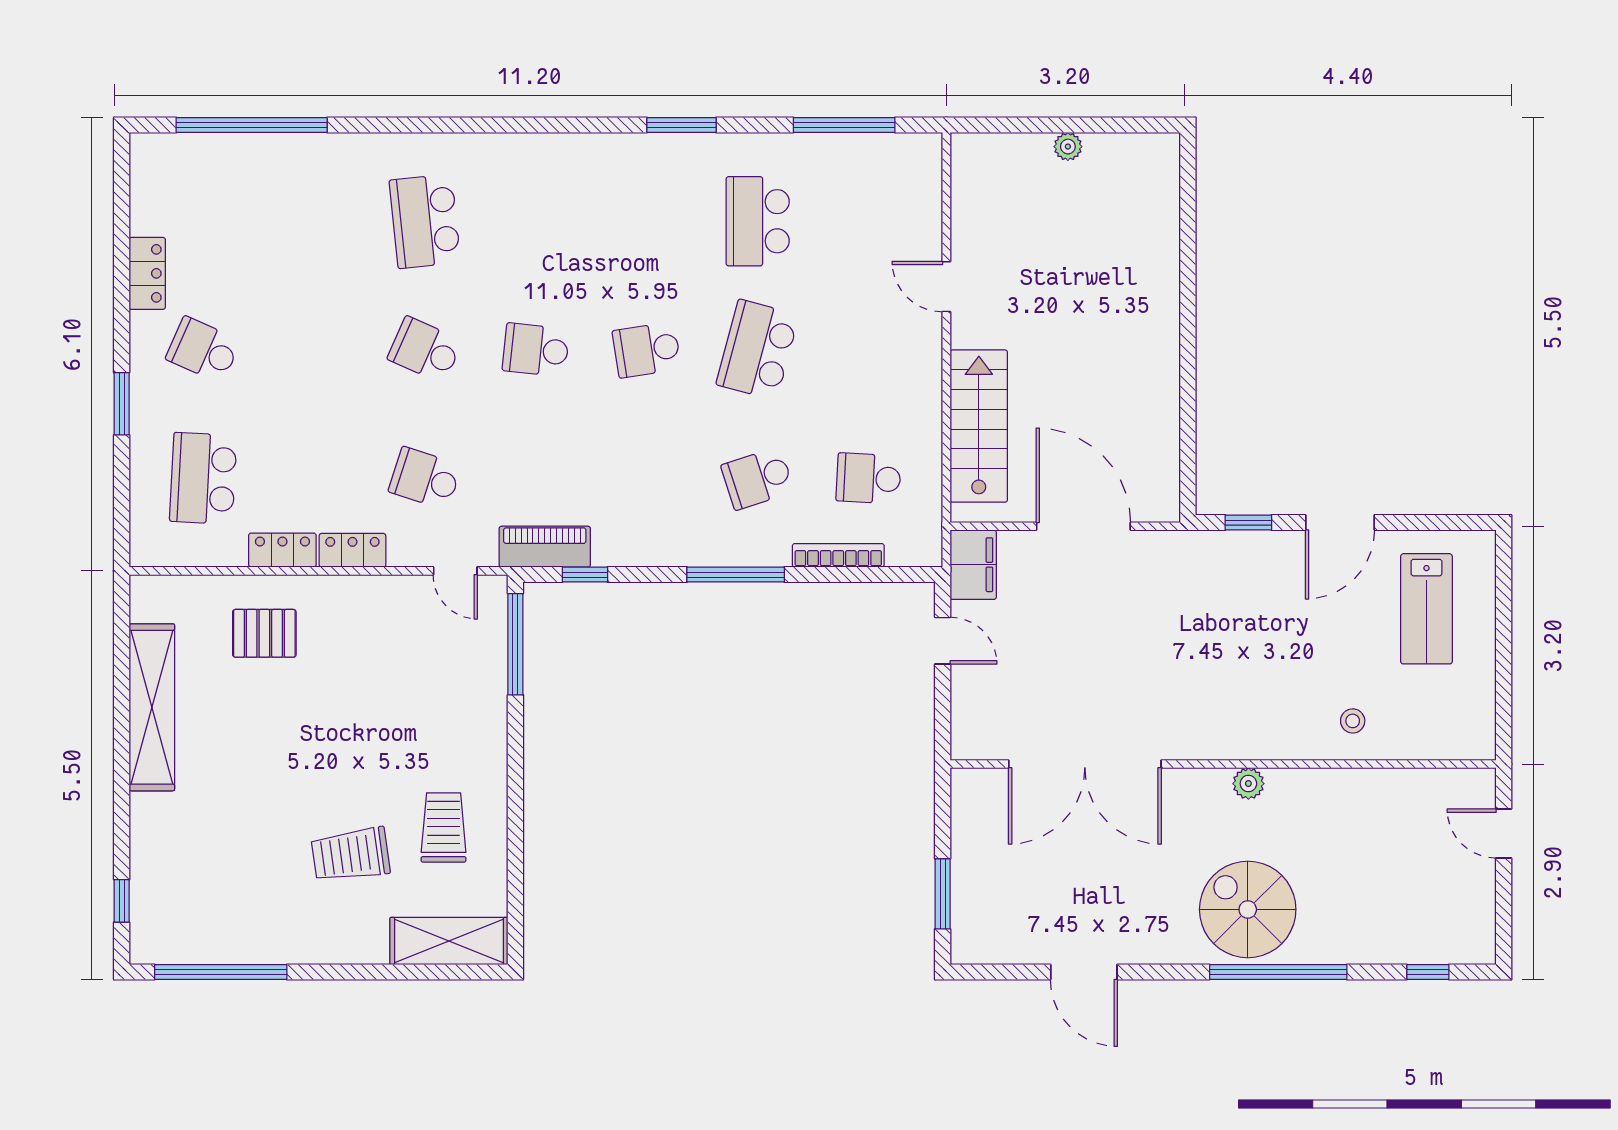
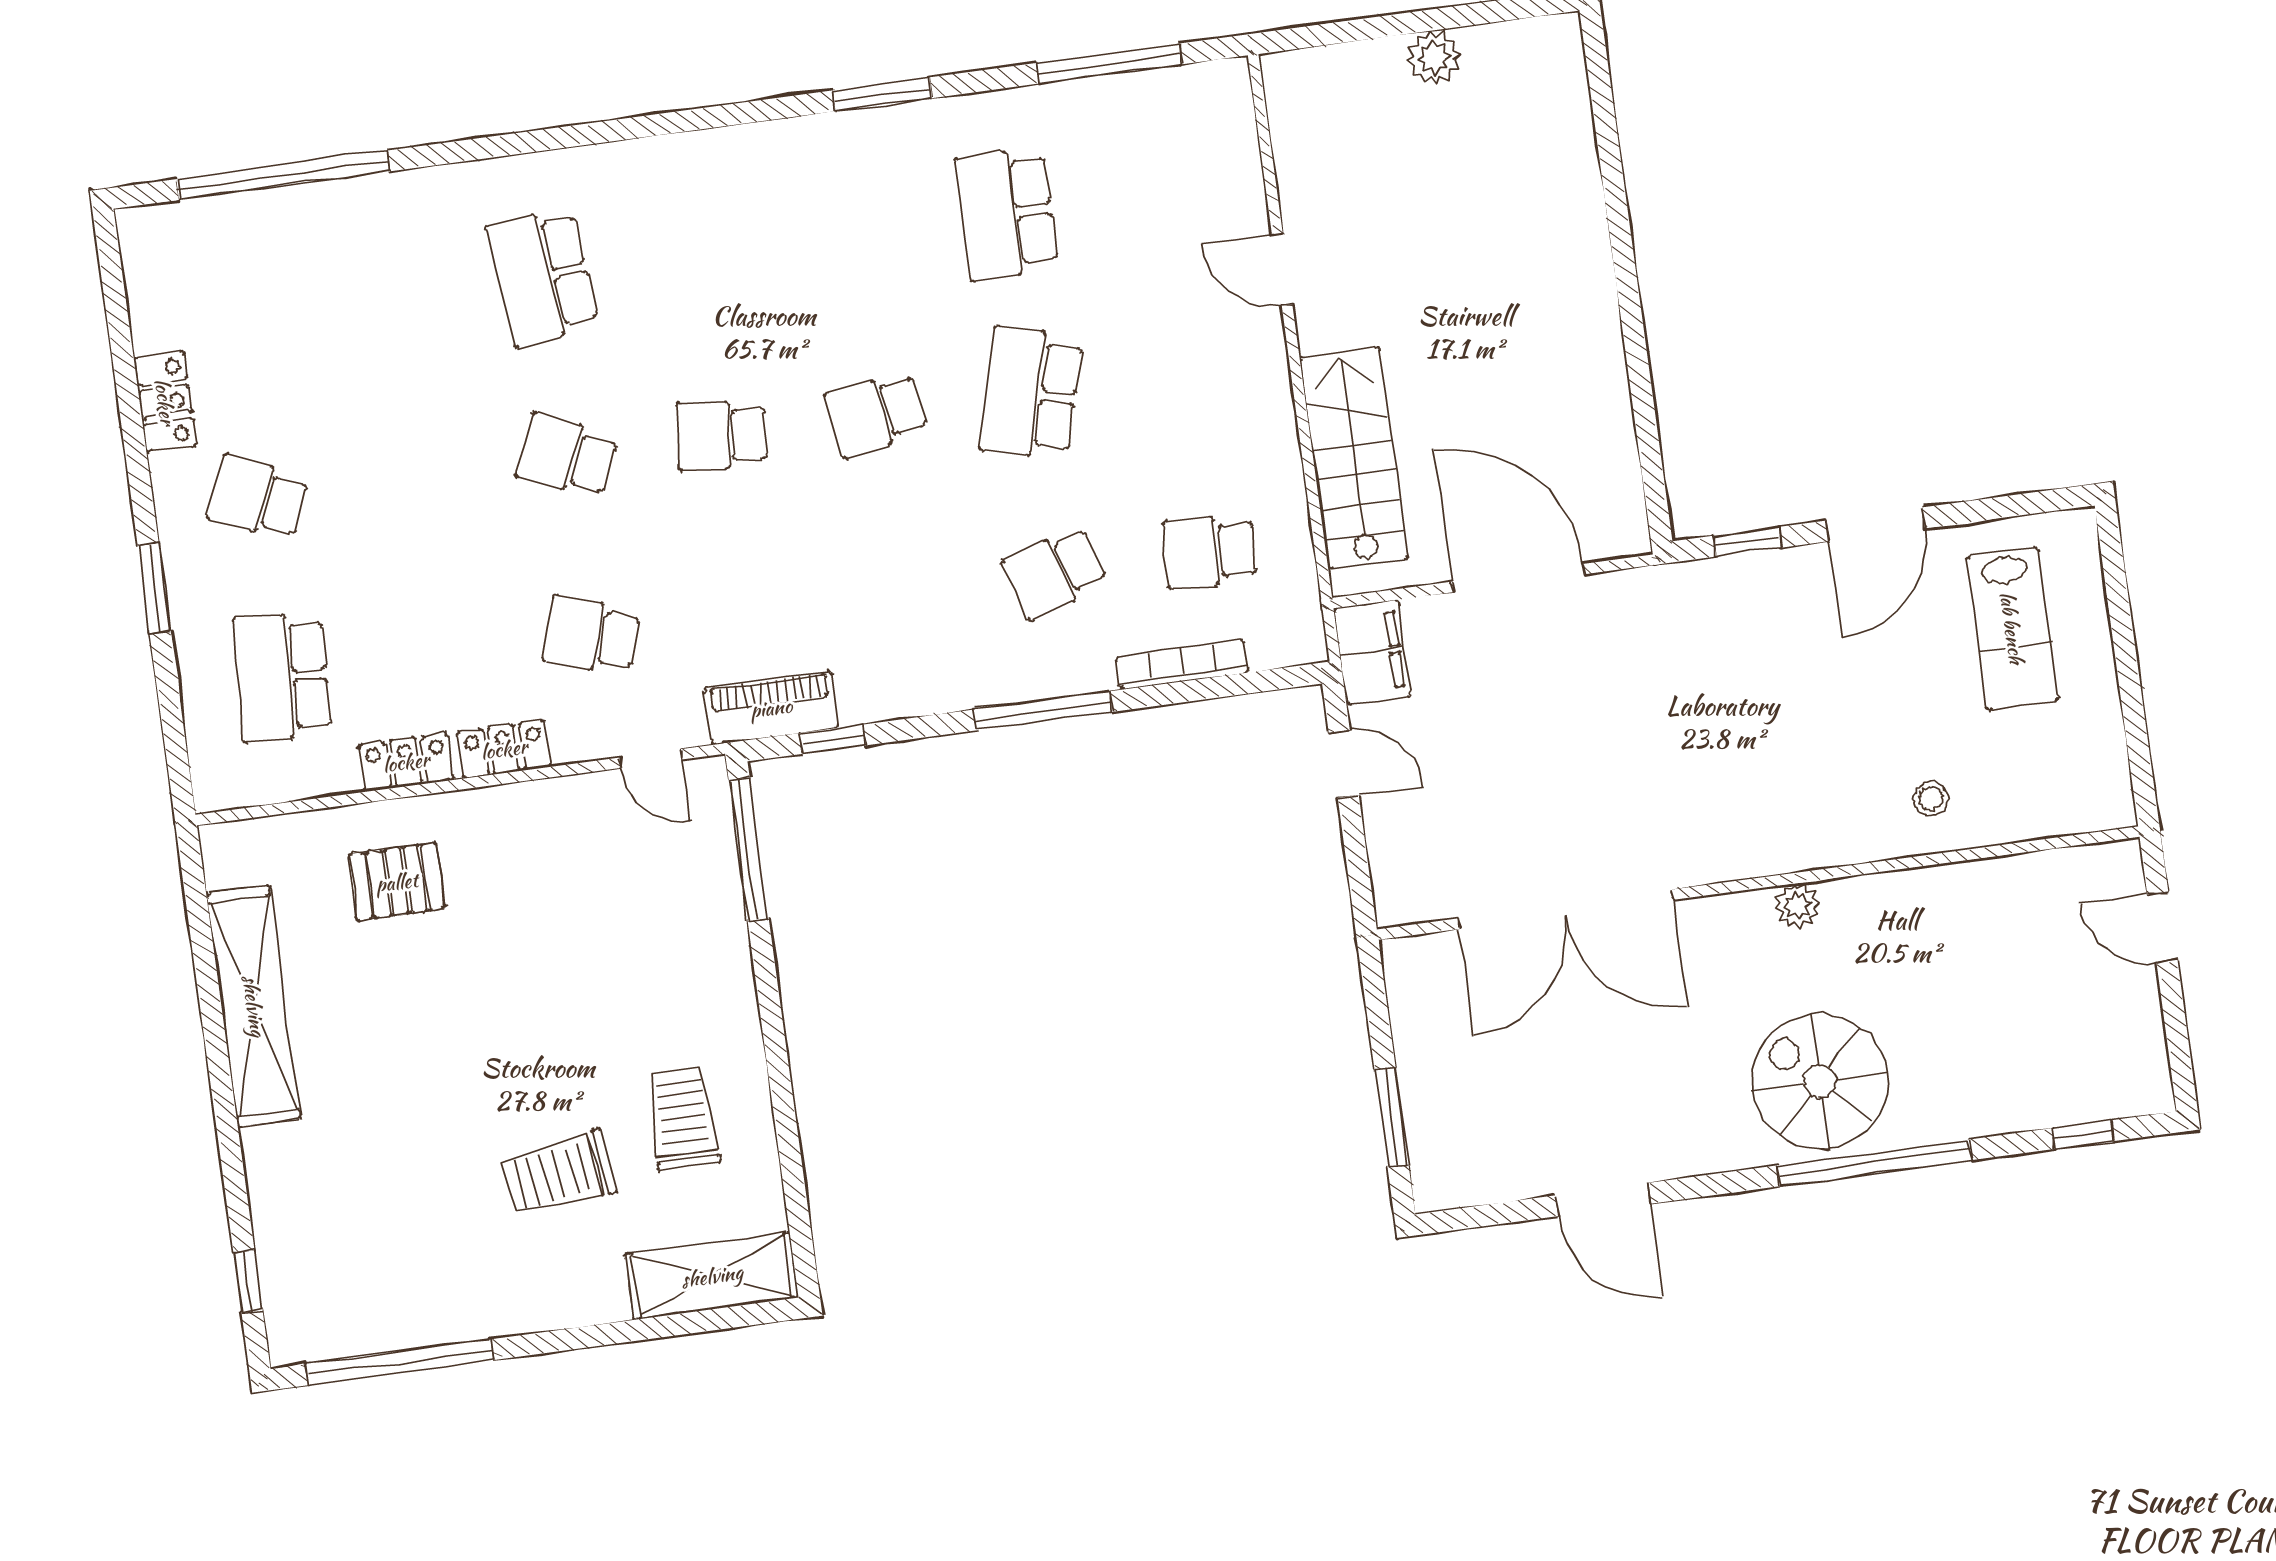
plant: (1068, 147) -> (1434, 58), width x1.38, depth x1.38

